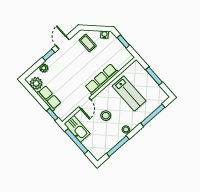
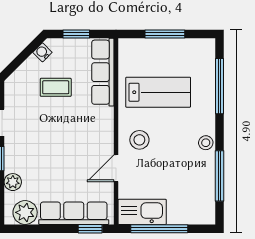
coffee table: (88, 43) -> (56, 87), moved
row of seats: (102, 79) -> (103, 72), moved
row of seats: (49, 98) -> (74, 213), width x1.48
door: (85, 103) -> (116, 168), swing flipped
stool: (106, 116) -> (139, 140), moved

